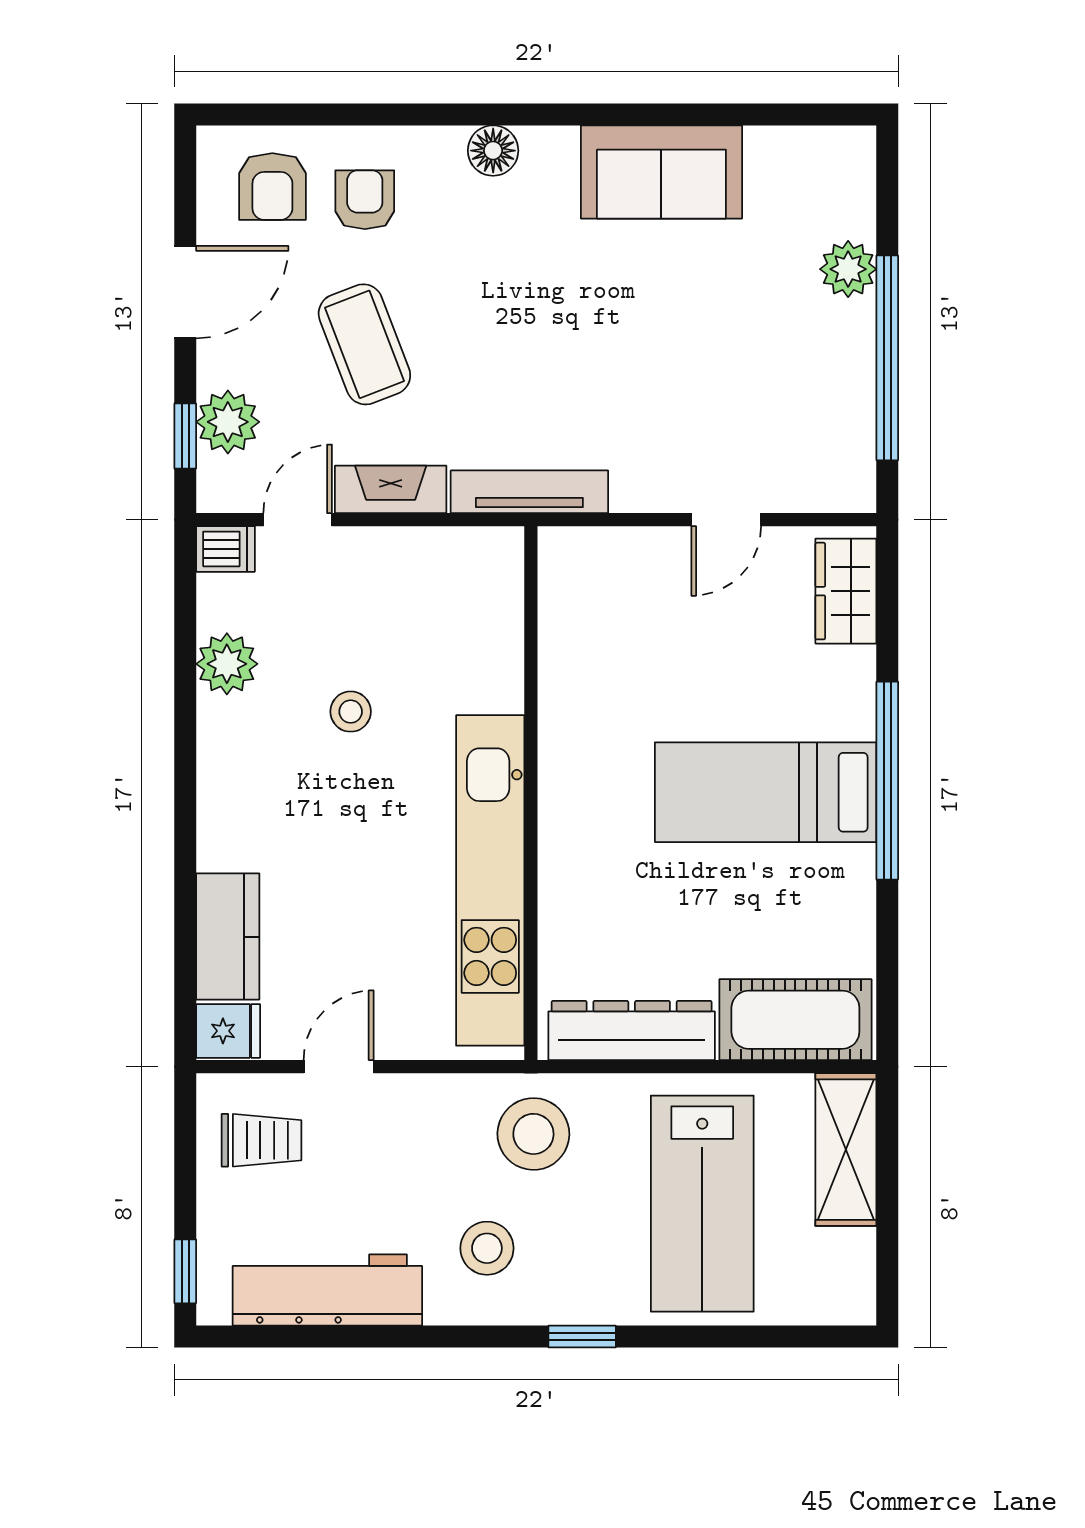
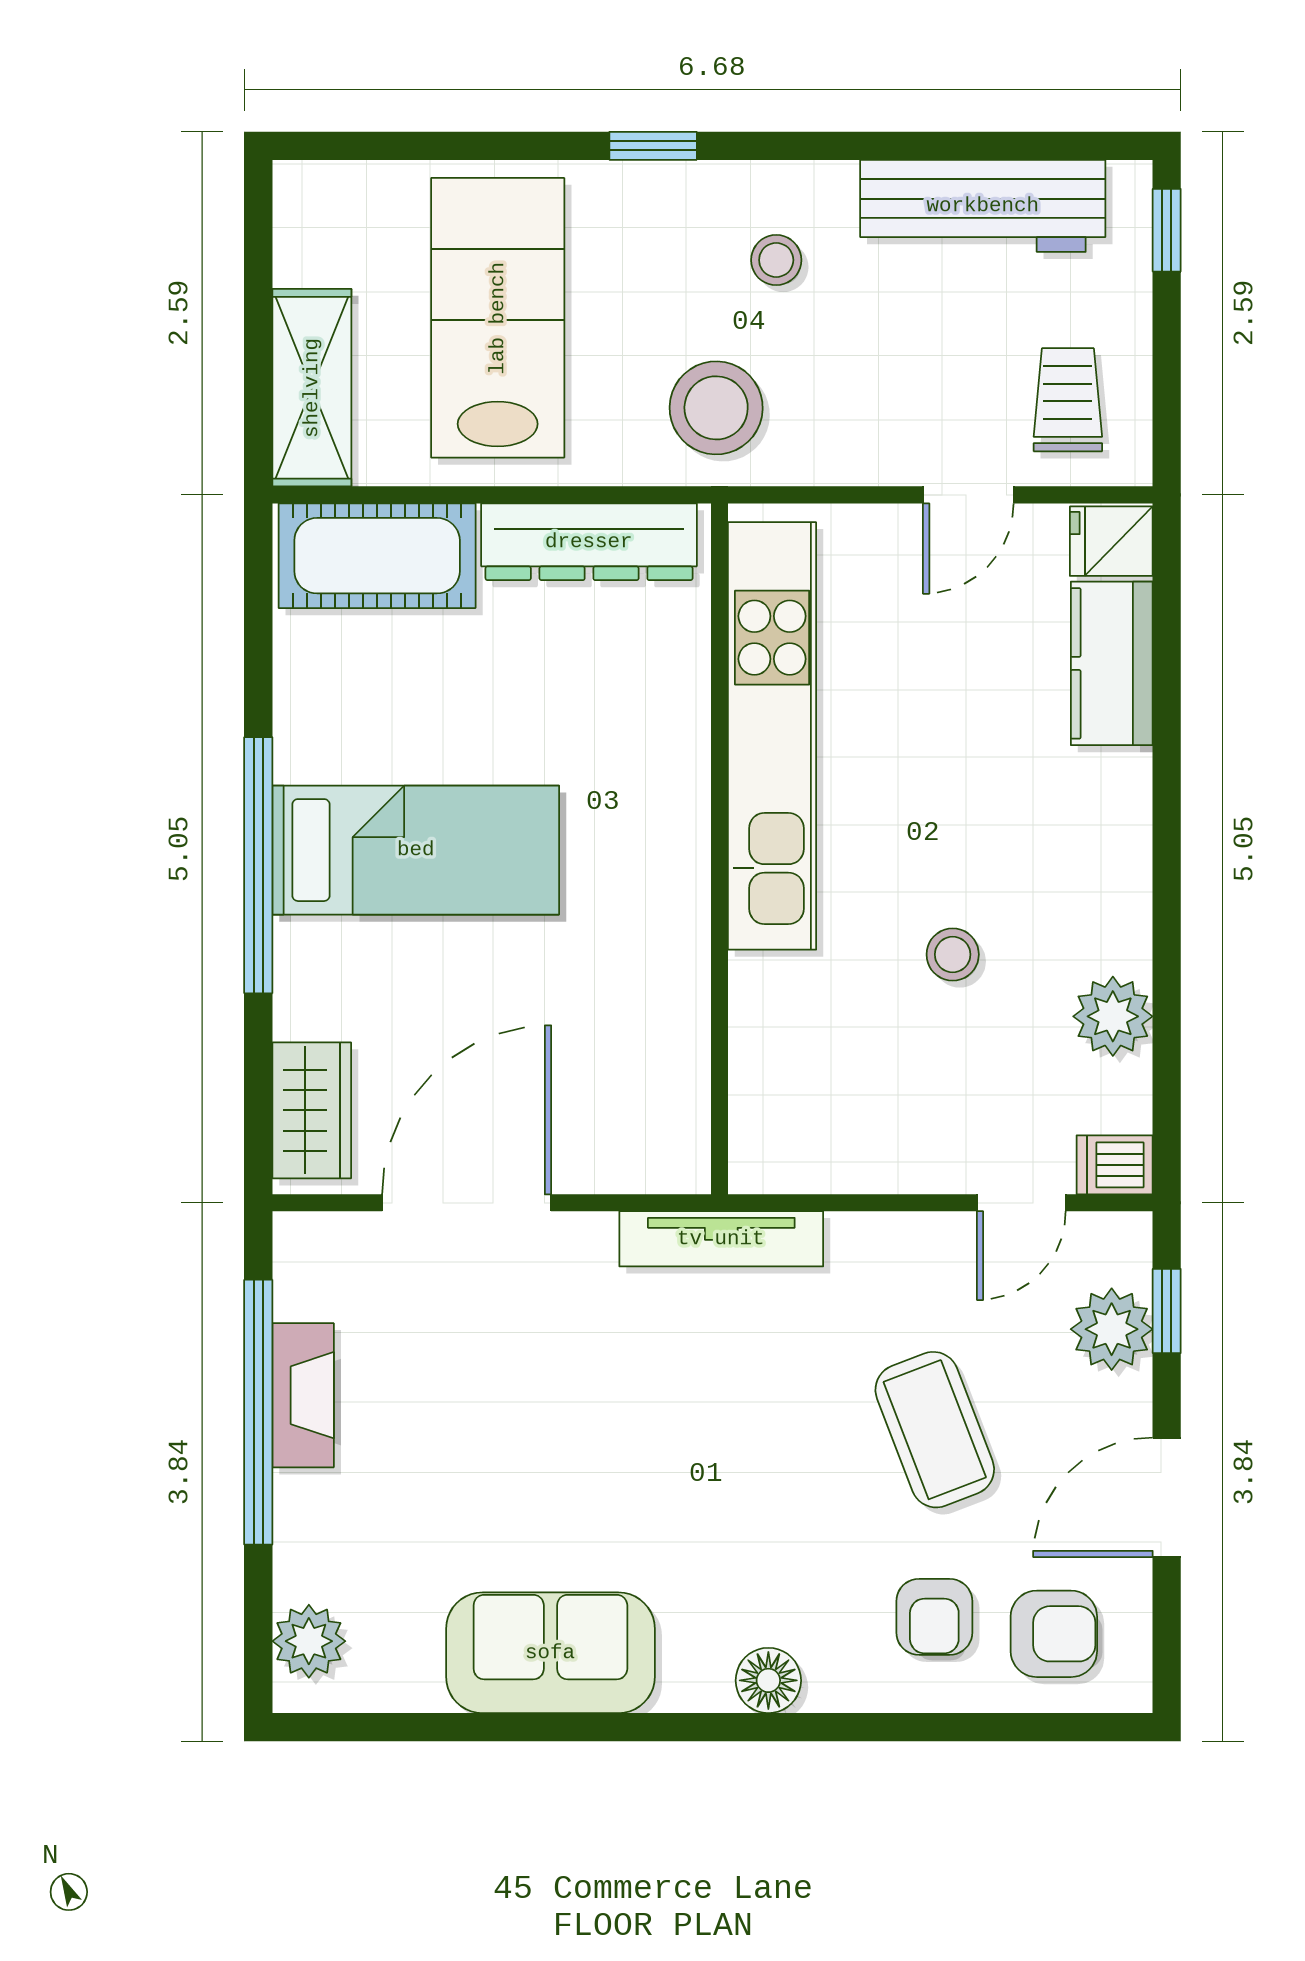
armchair: (272, 187) -> (1054, 1634), turned 90
plant: (848, 269) -> (309, 1641), moved
fireplace: (391, 489) -> (303, 1395), moved, turned -90
door: (726, 520) -> (467, 1203), width x1.87
trolley: (262, 1140) -> (1068, 400), turned 90
stool: (487, 1248) -> (776, 260), width x0.73, depth x0.73

